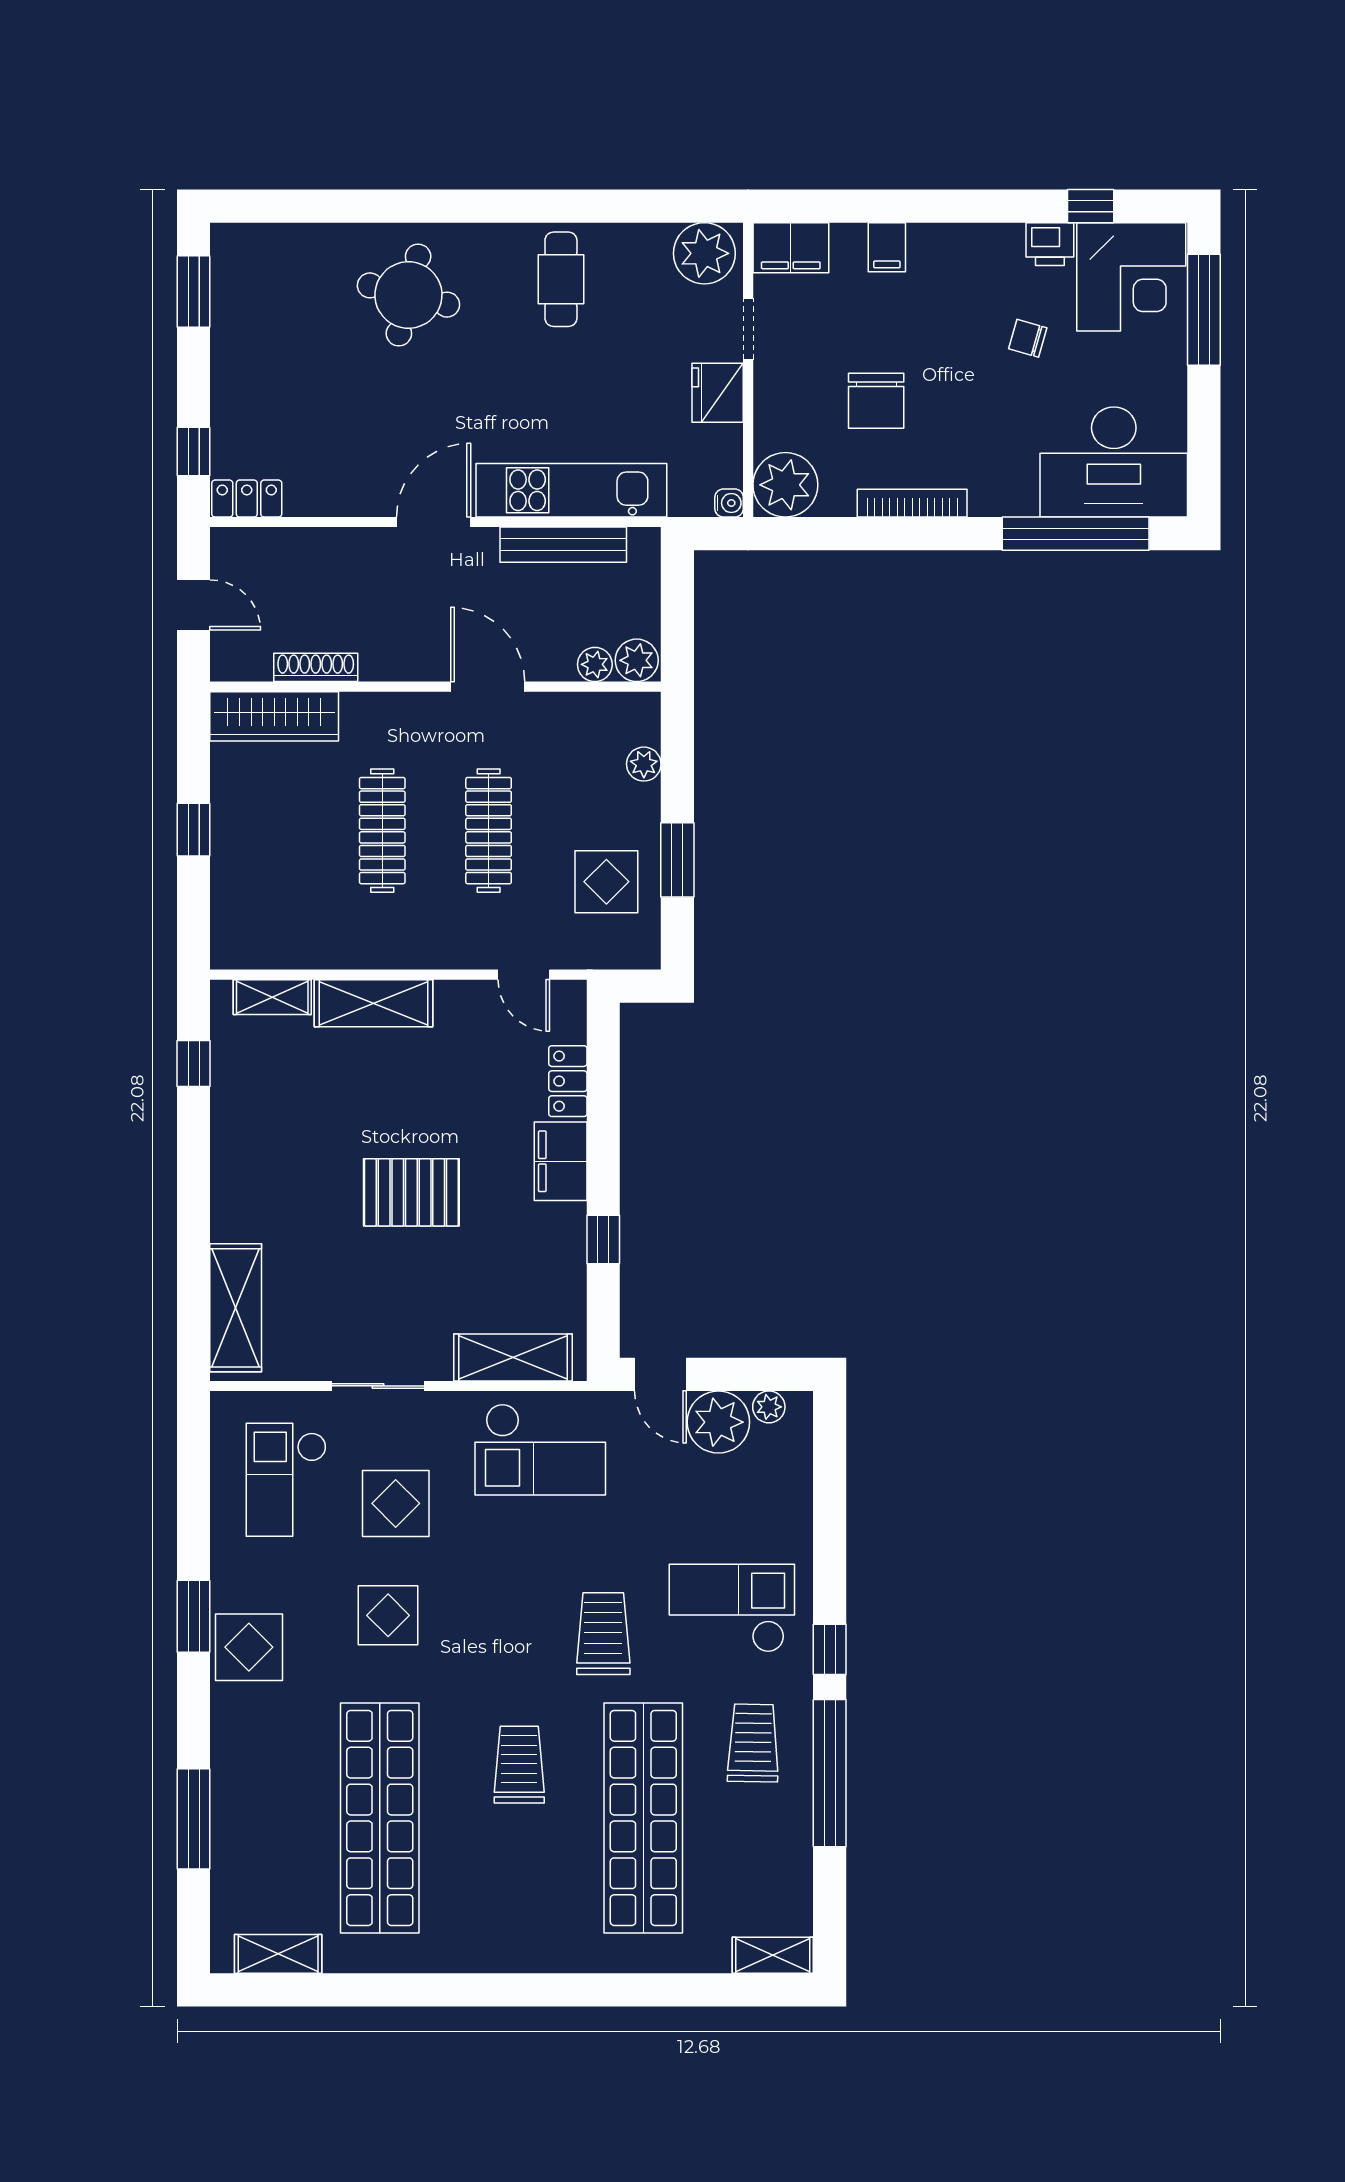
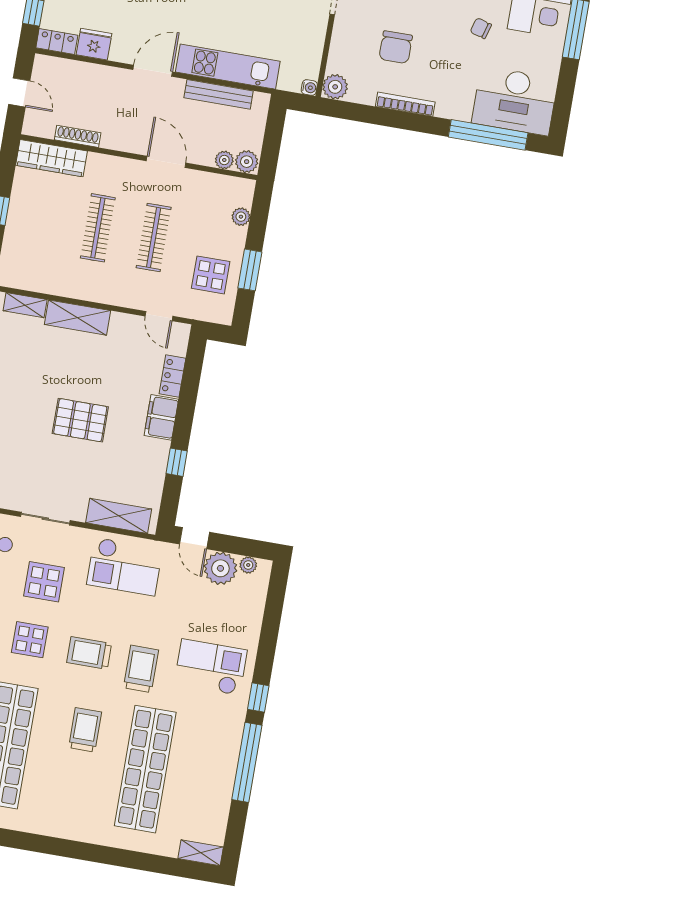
fridge: (718, 393) -> (94, 44), moved, turned 90
plant: (785, 485) -> (335, 87), width x0.73, depth x0.73
trolley: (753, 1743) -> (89, 653), moved, turned -91

